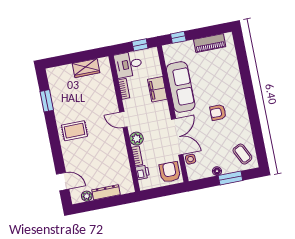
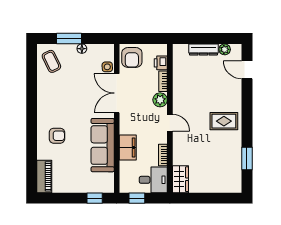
piano: (210, 43) -> (44, 176), moved, turned 90
wardrobe: (86, 68) -> (180, 179), moved, turned 90
armchair: (218, 112) -> (57, 136), moved

